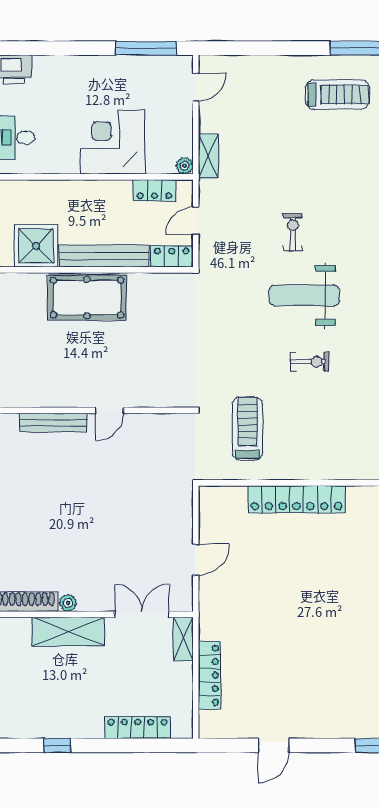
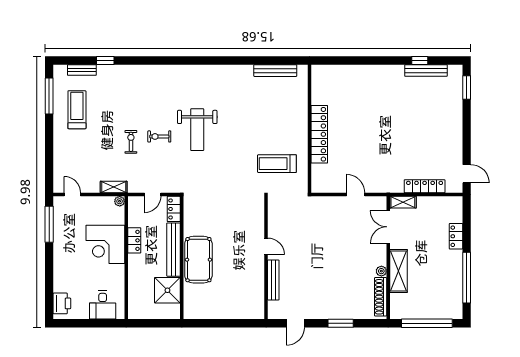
locker: (154, 190) -> (134, 240), moved
door: (196, 221) -> (153, 195), hinge flipped
exercise bike: (310, 362) -> (131, 142), moved
locker: (138, 728) -> (456, 236), width x0.66
window: (57, 745) -> (467, 278), width x3.17
door: (274, 745) -> (467, 174), moved

